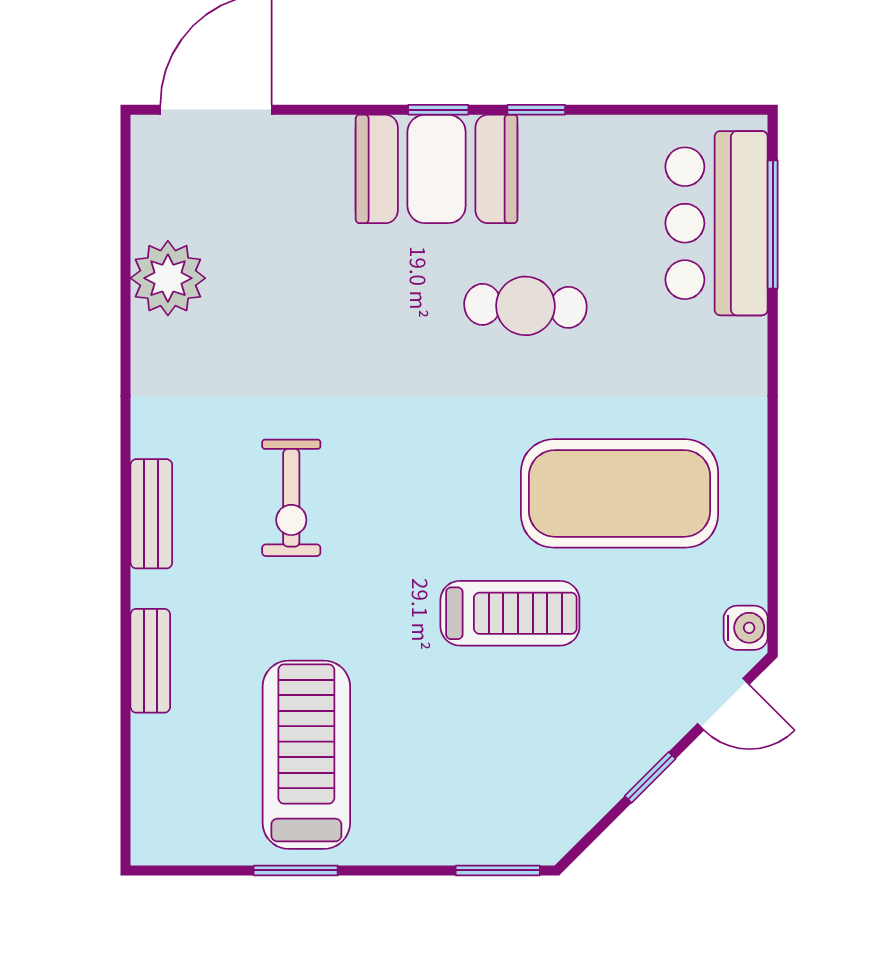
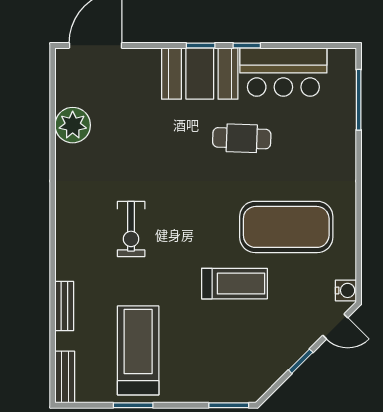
bar counter: (717, 223) -> (283, 72), moved, turned -90
bench: (151, 514) -> (65, 377), moved

